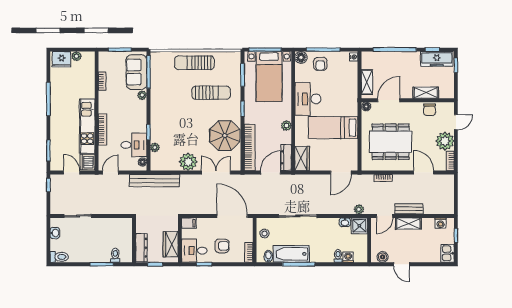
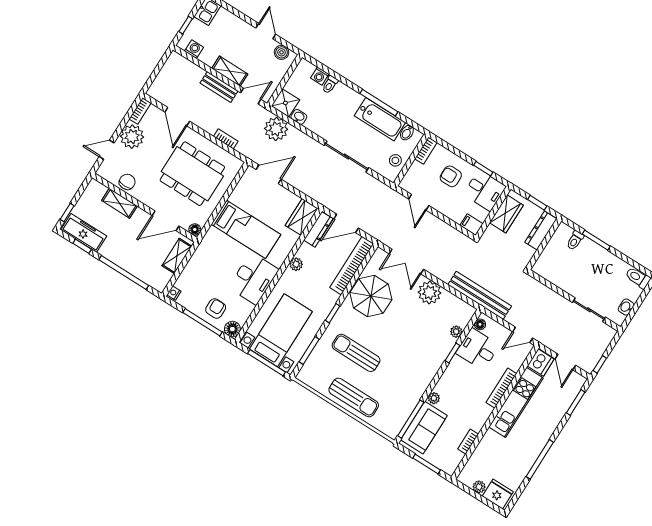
plant: (359, 209) -> (276, 129), width x1.88, depth x1.88
door: (232, 216) -> (419, 202), width x0.53

